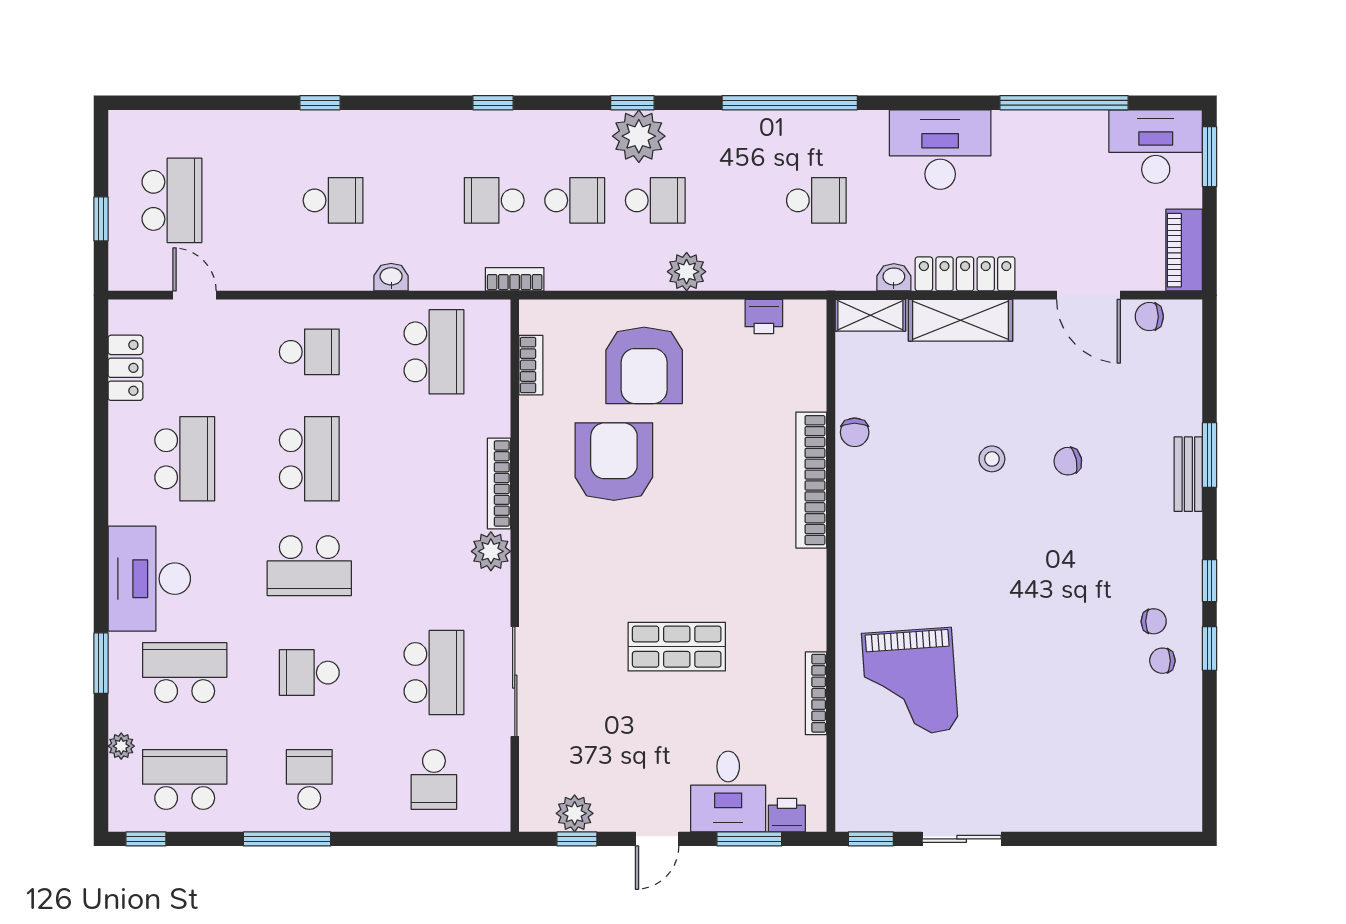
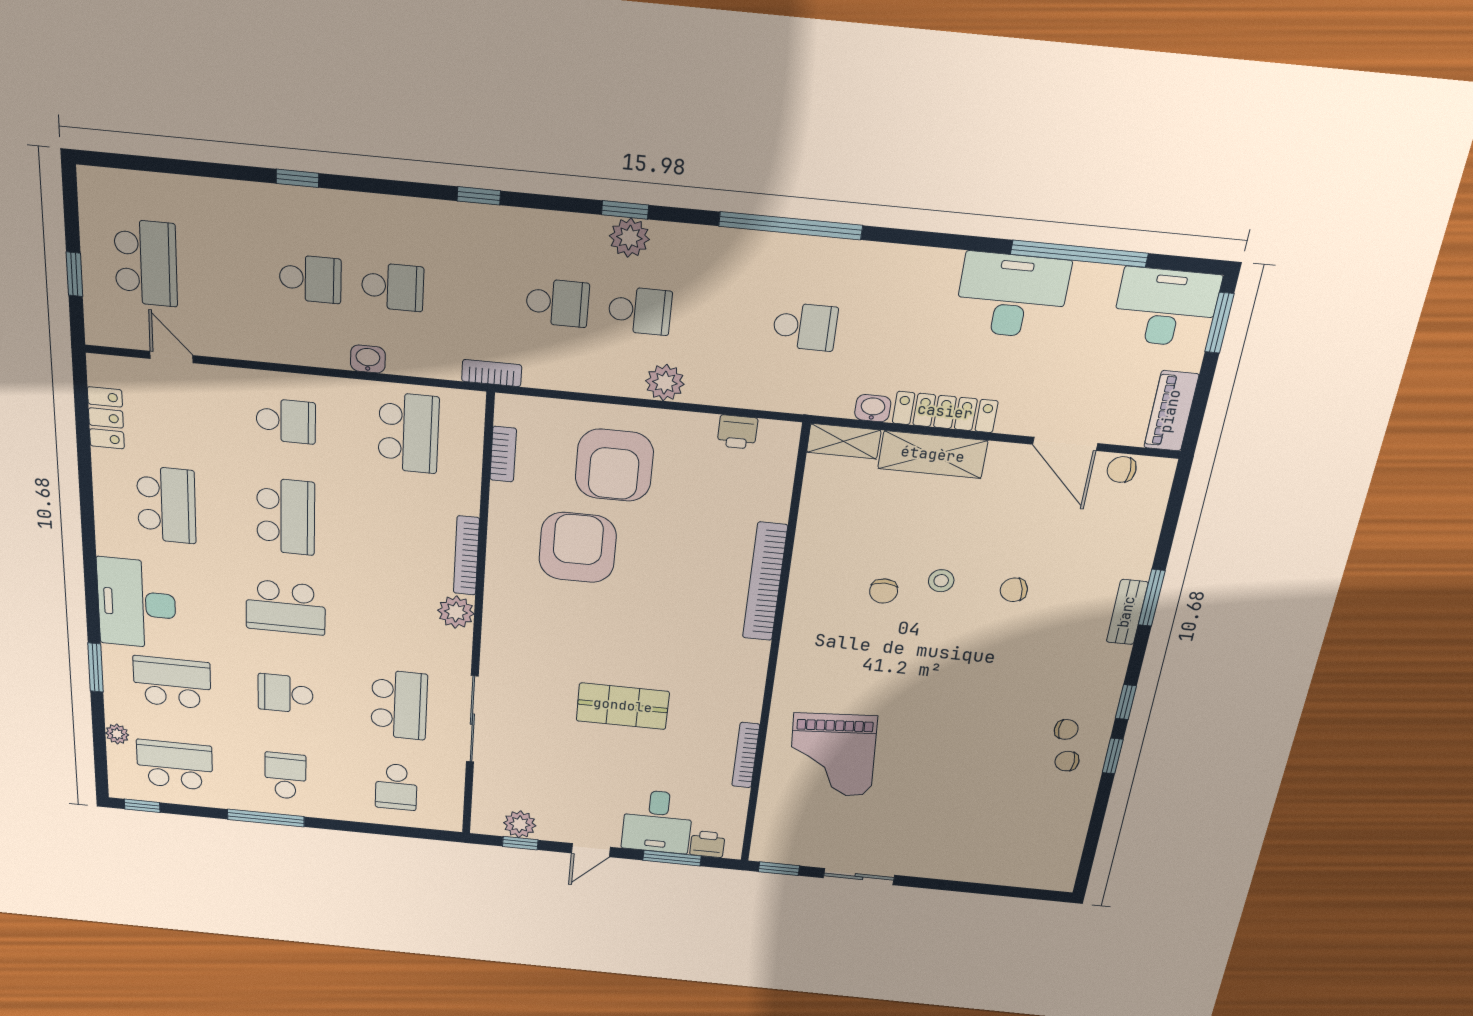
plant: (639, 136) -> (629, 238), width x0.73, depth x0.73
desk: (940, 150) -> (1012, 296), moved
school desk: (494, 200) -> (393, 287), moved, turned 180
chair: (855, 432) -> (884, 591), moved

